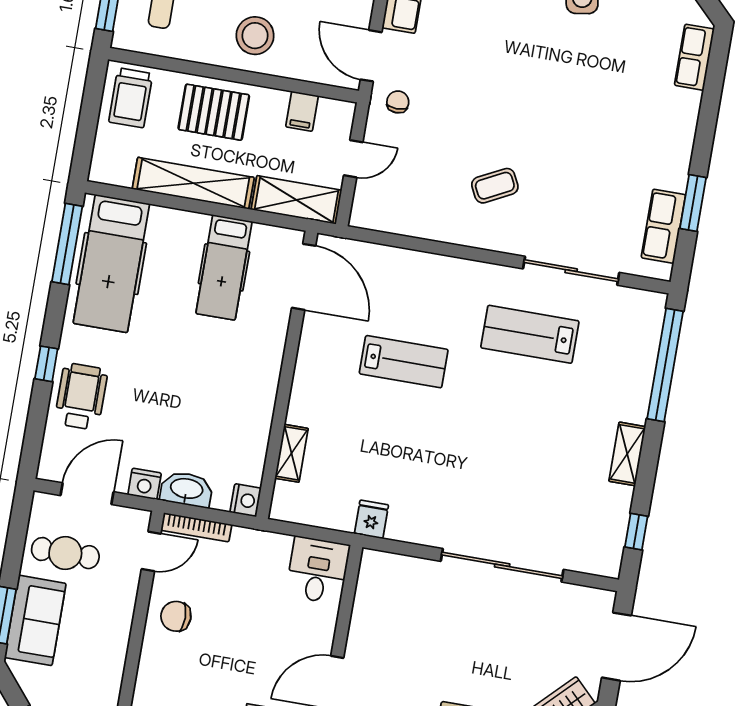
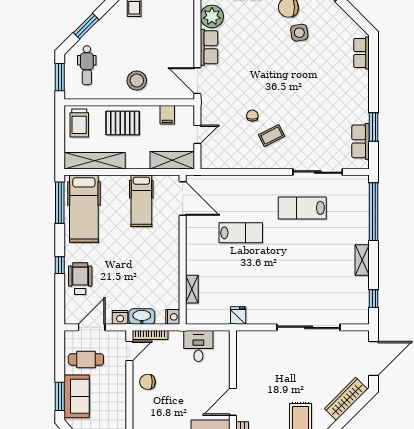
chair: (398, 102) -> (252, 116), moved
shelving: (193, 183) -> (95, 161), moved
desk: (318, 570) -> (198, 346), moved

